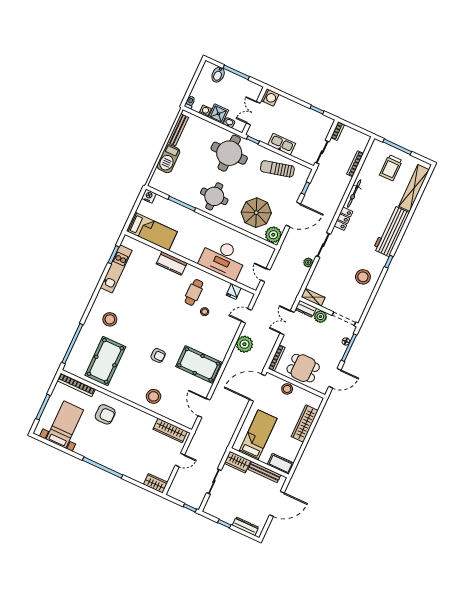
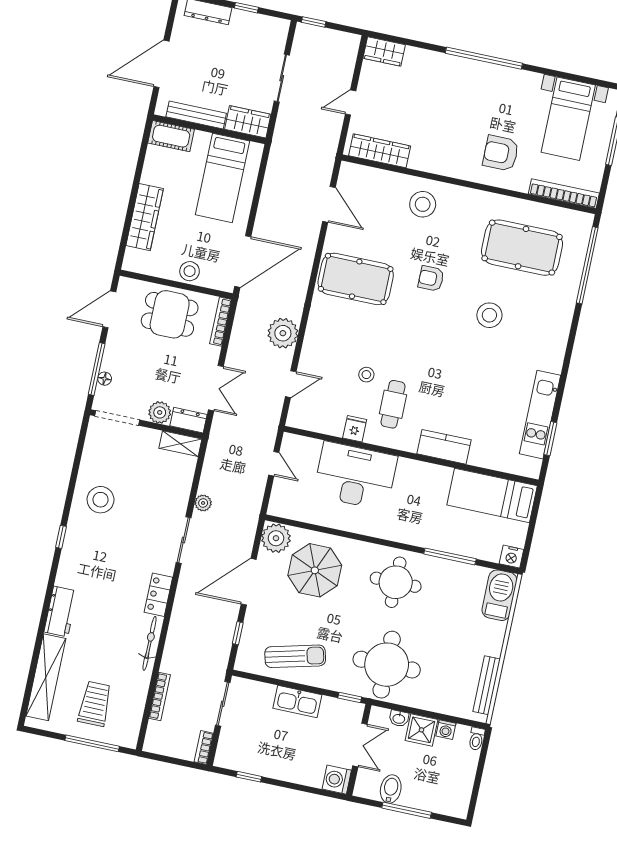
bidet: (218, 75) -> (391, 789), moved
barbecue: (168, 159) -> (499, 595), moved
workbench: (391, 231) -> (61, 612), width x0.53, depth x0.76
fridge: (234, 291) -> (355, 429), moved
stool: (110, 319) -> (489, 315), moved
pool table: (105, 361) -> (522, 248), turned 90

